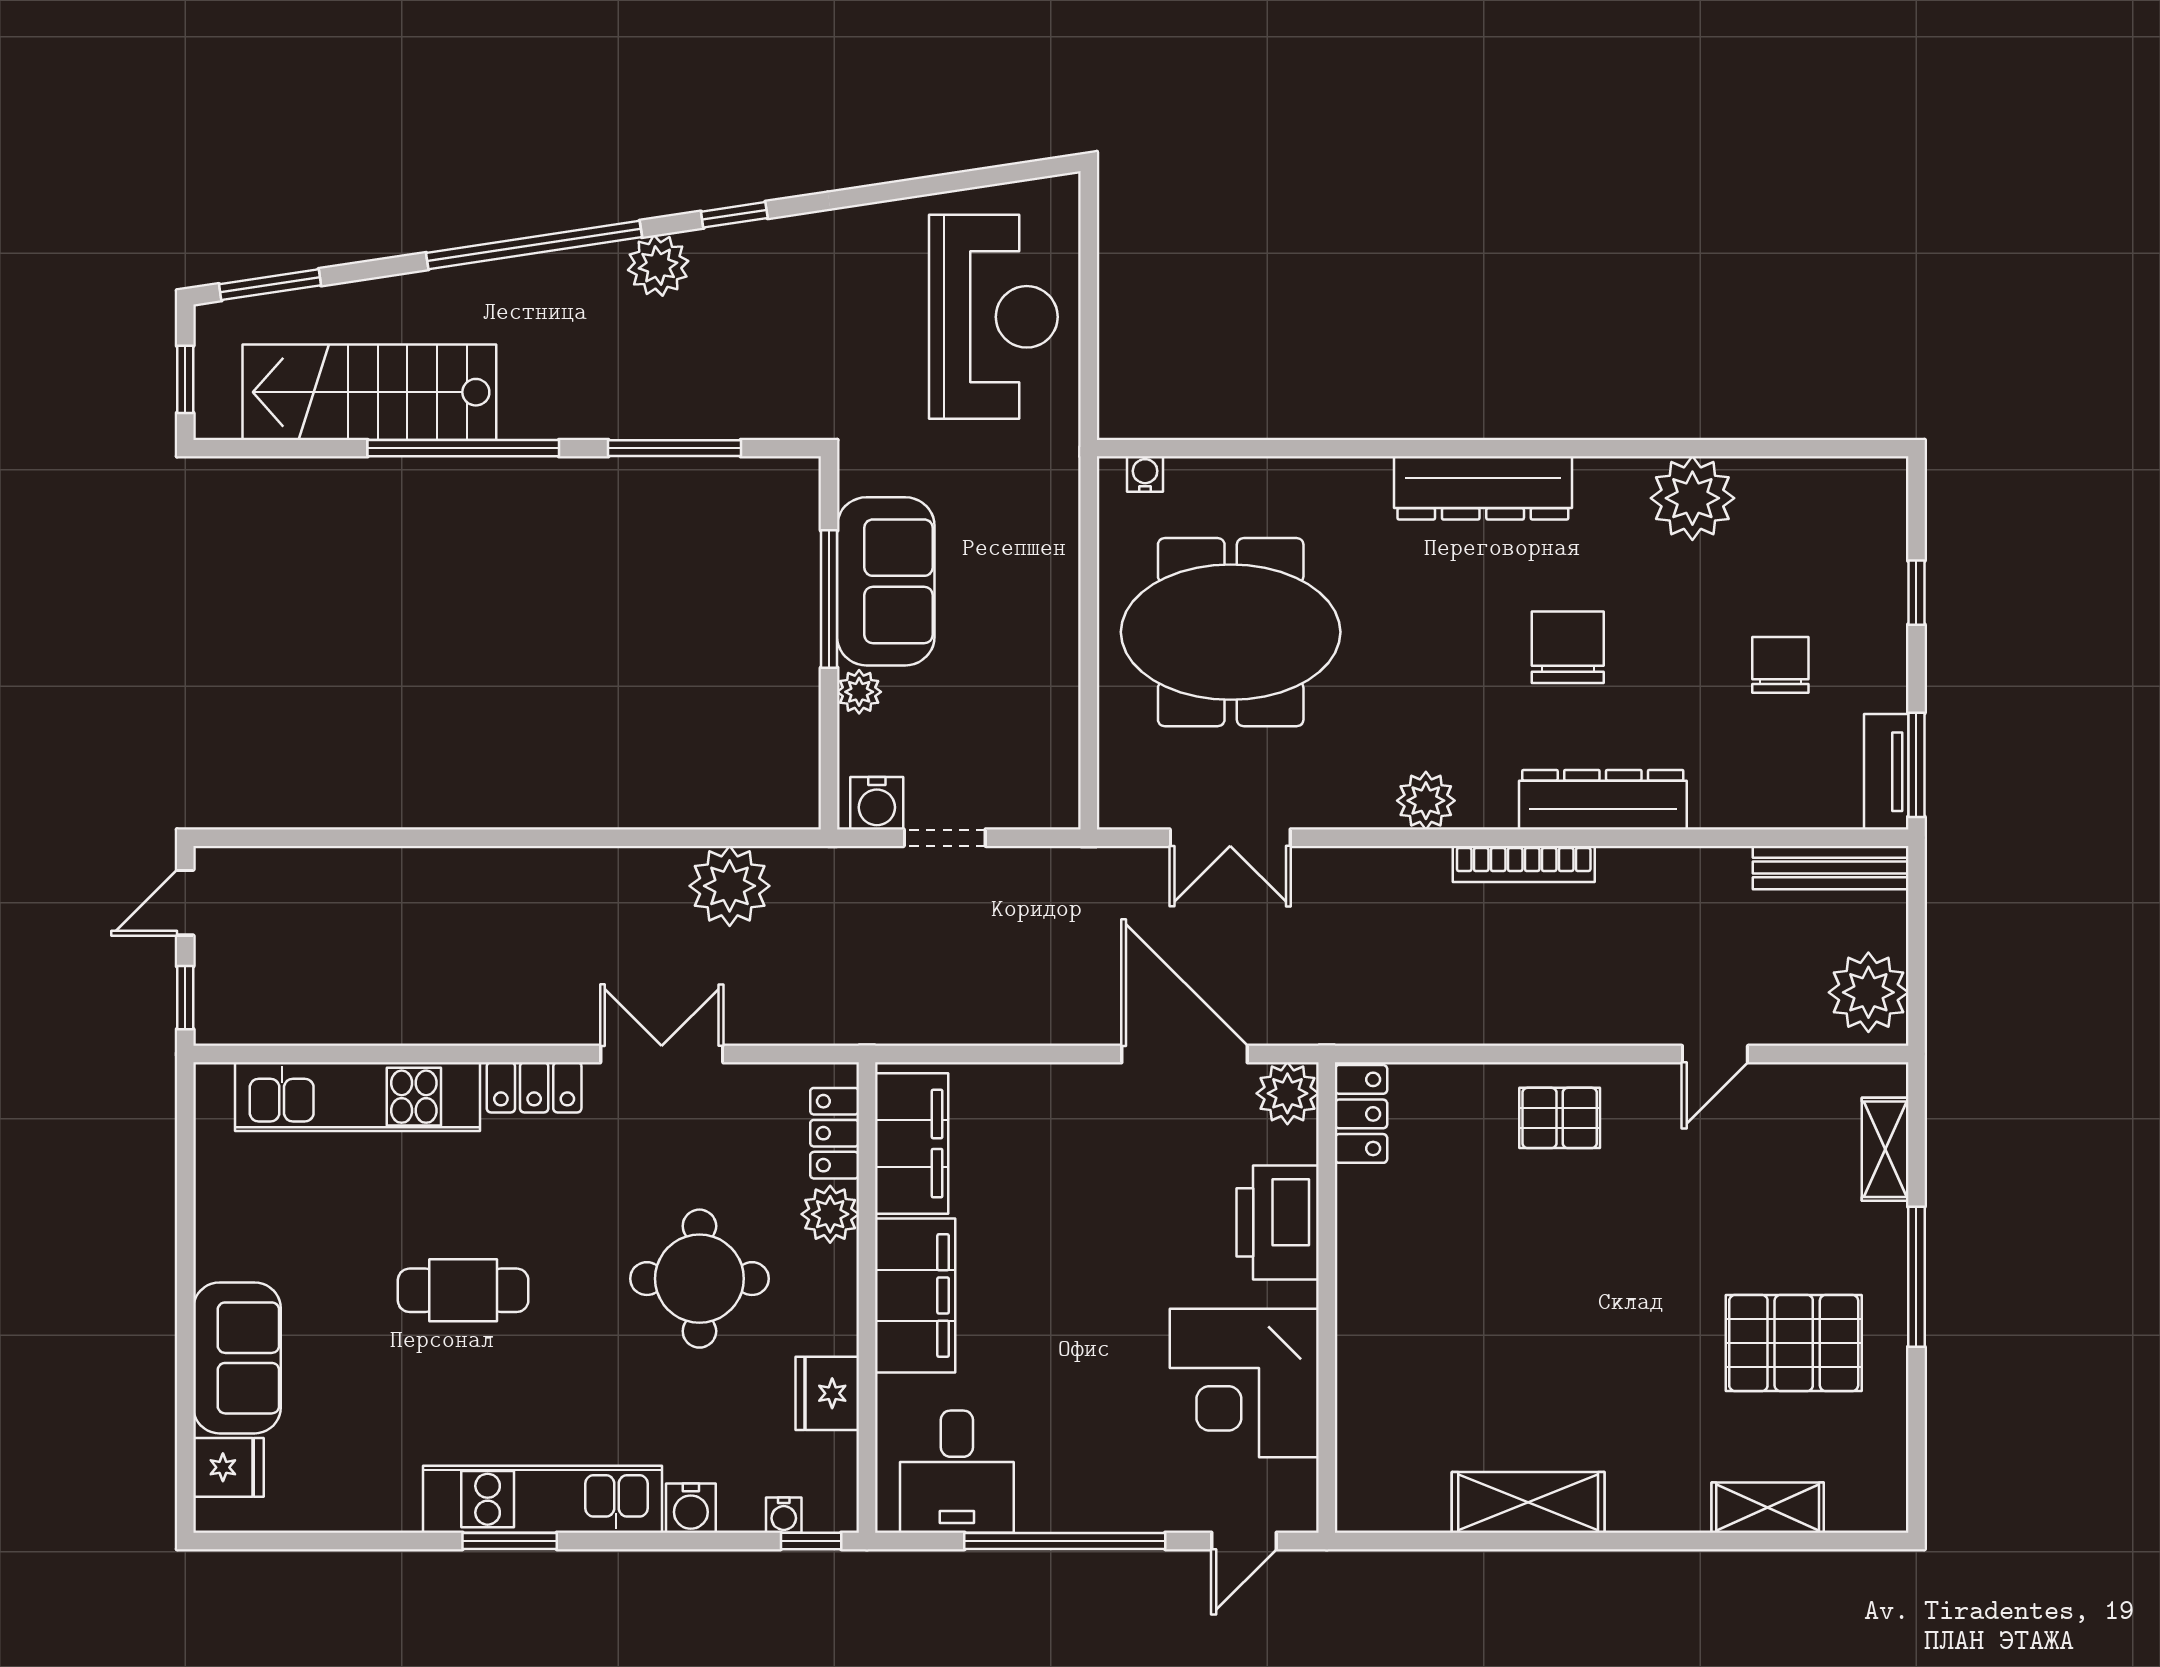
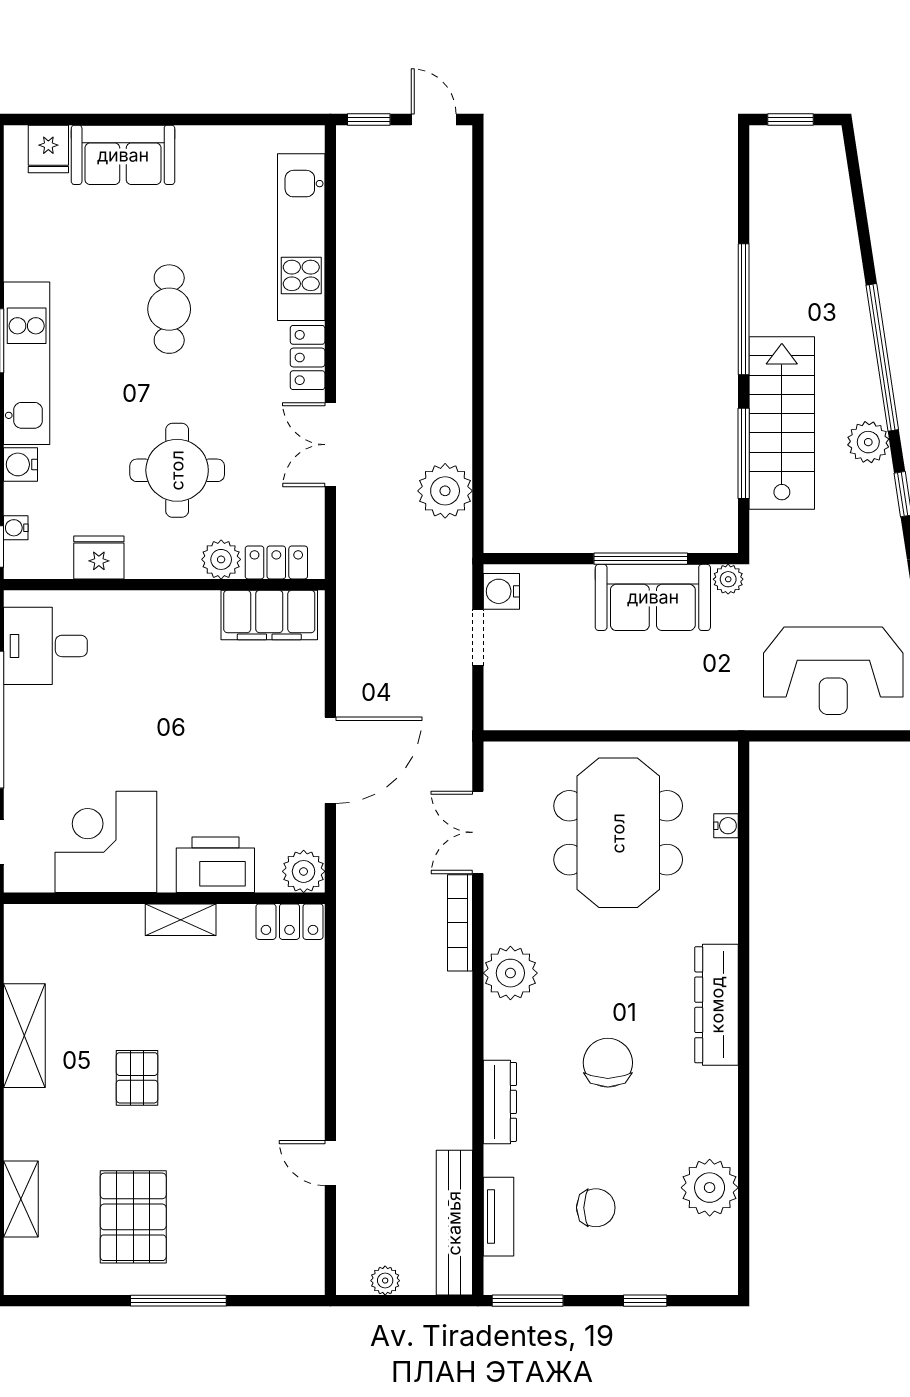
window: (270, 285) -> (855, 177), removed
stairs: (369, 392) -> (782, 423), moved
water cooler: (1145, 474) -> (726, 826), moved
plant: (1692, 498) -> (710, 1188), moved
chair: (1568, 647) -> (608, 1063), turned -90
plant: (859, 692) -> (728, 579), moved
tv unit: (1886, 772) -> (499, 1217), moved, turned 90
dresser: (1603, 800) -> (500, 1102), width x0.73, depth x0.80
plant: (1426, 801) -> (510, 973), width x1.36, depth x1.36
bookcase: (1524, 864) -> (460, 923), moved
bench: (1831, 868) -> (454, 1223), width x1.37, depth x1.21
plant: (1868, 992) -> (385, 1281), width x0.53, depth x0.53
double door: (662, 1054) -> (330, 445), swing flipped
door: (1185, 1054) -> (330, 760), moved
pallet: (1560, 1118) -> (137, 1078), moved
shelving: (1885, 1149) -> (181, 920), moved
filing cabinet: (915, 1295) -> (166, 617), removed

